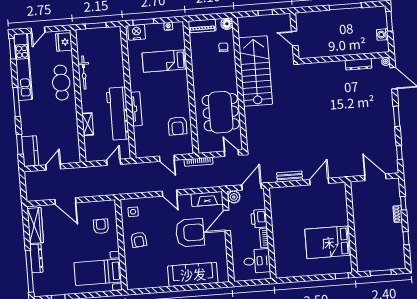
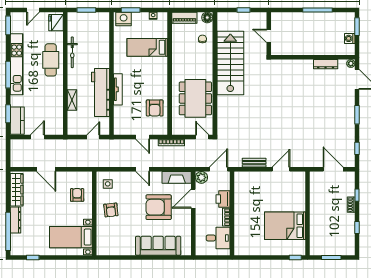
kitchen unit: (23, 67) -> (17, 64), moved
armchair: (190, 233) -> (159, 207), turned 180

